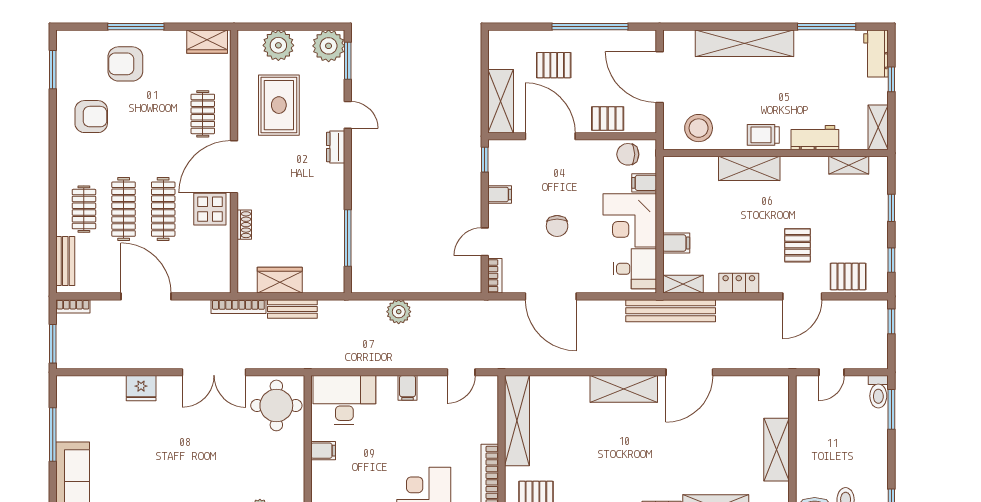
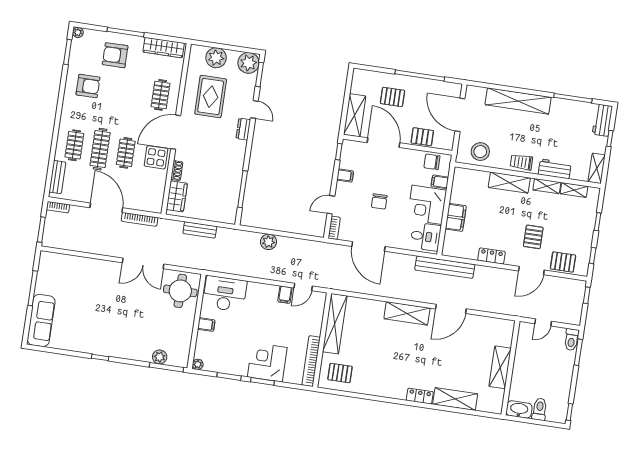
plant: (64, 38) -> (78, 32), added
wardrobe: (207, 42) -> (164, 48), width x1.50
clothes rail: (163, 209) -> (126, 153), width x0.73
filing cabinet: (676, 243) -> (456, 217), width x2.00
wardrobe: (280, 280) -> (177, 196), moved, turned 90
shelving: (683, 284) -> (547, 186), moved
bookcase: (238, 307) -> (140, 219), moved
fridge: (141, 388) -> (94, 267), removed
filing cabinet: (407, 388) -> (285, 295), moved

